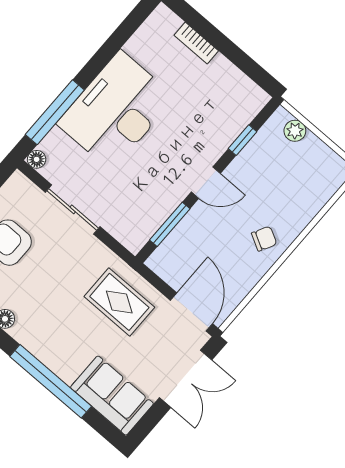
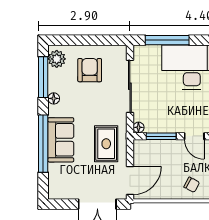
floor lamp: (37, 159) -> (138, 127), moved
sliding door: (73, 209) -> (130, 86), width x1.37
sofa: (112, 396) -> (61, 140), moved

